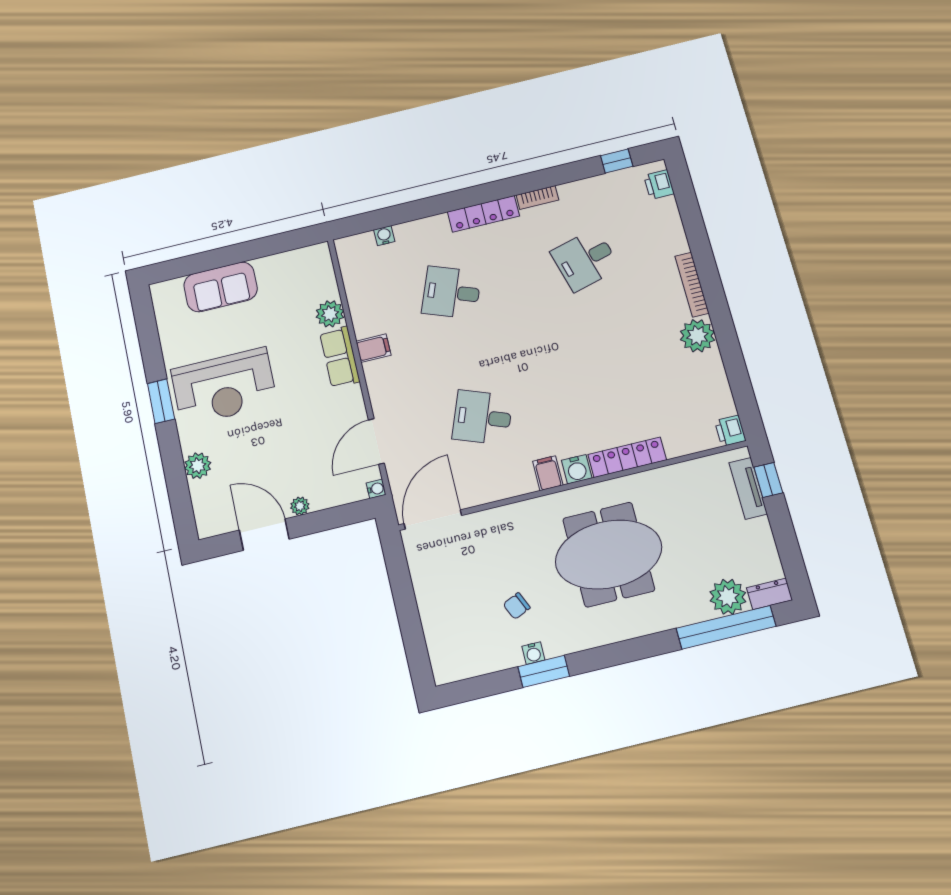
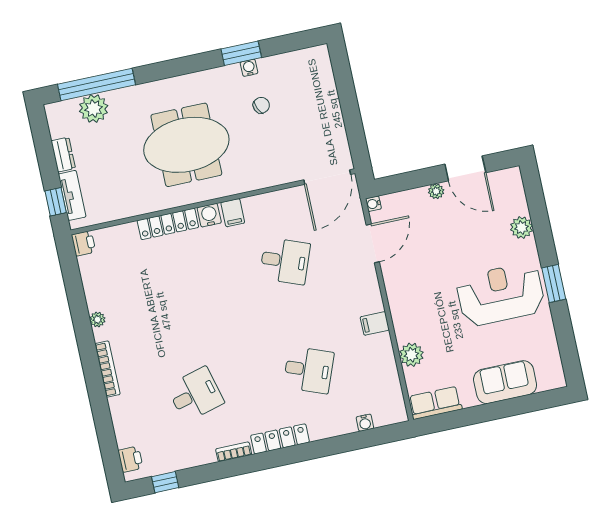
plant: (697, 336) -> (97, 319), width x0.53, depth x0.53
row of seats: (340, 357) -> (435, 403), moved, turned -90
dresser: (769, 594) -> (63, 155), moved, turned -90

